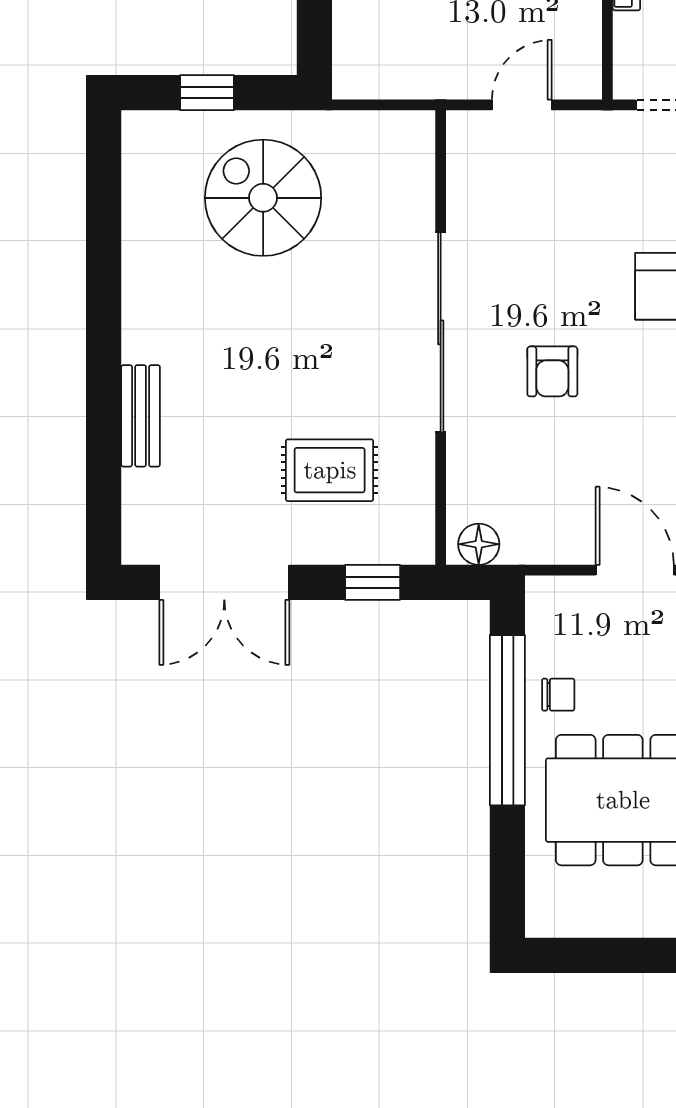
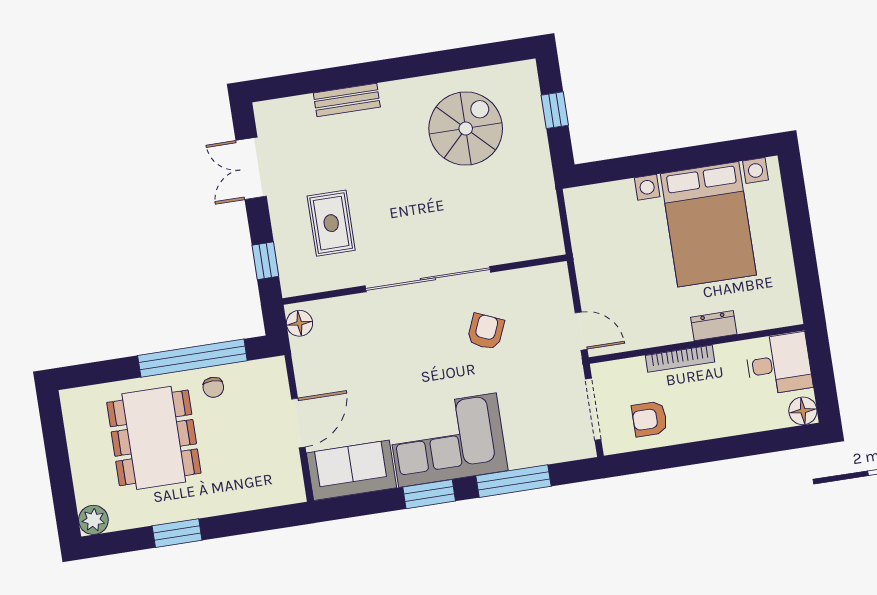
door: (522, 105) -> (581, 331), moved
spiral stairs: (263, 198) -> (466, 128), moved
armchair: (552, 371) -> (486, 332), moved, turned 113
double door: (224, 582) -> (251, 168), width x0.73

